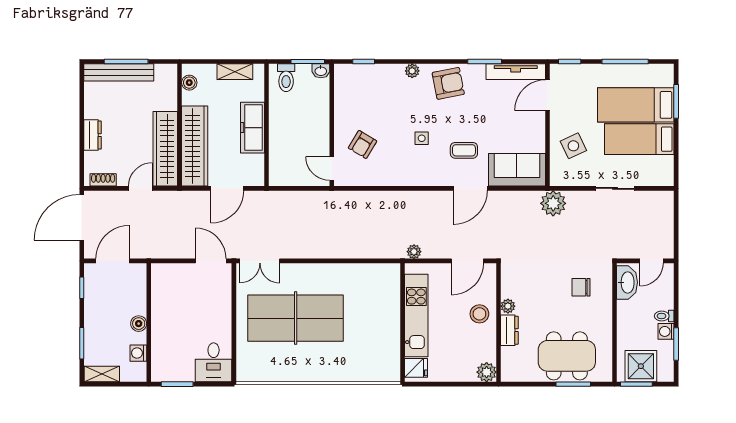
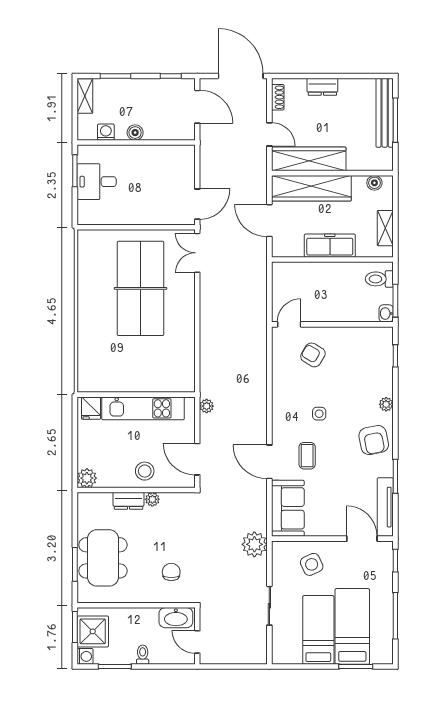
washing machine: (666, 331) -> (85, 656), moved, turned 90
desk: (214, 362) -> (97, 182), moved

